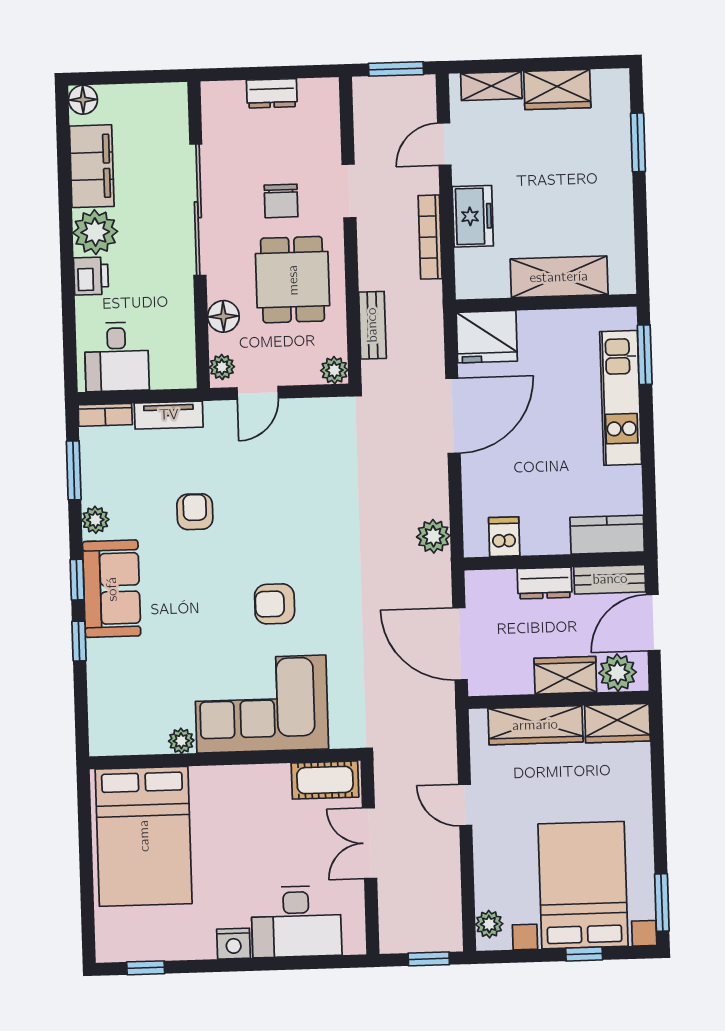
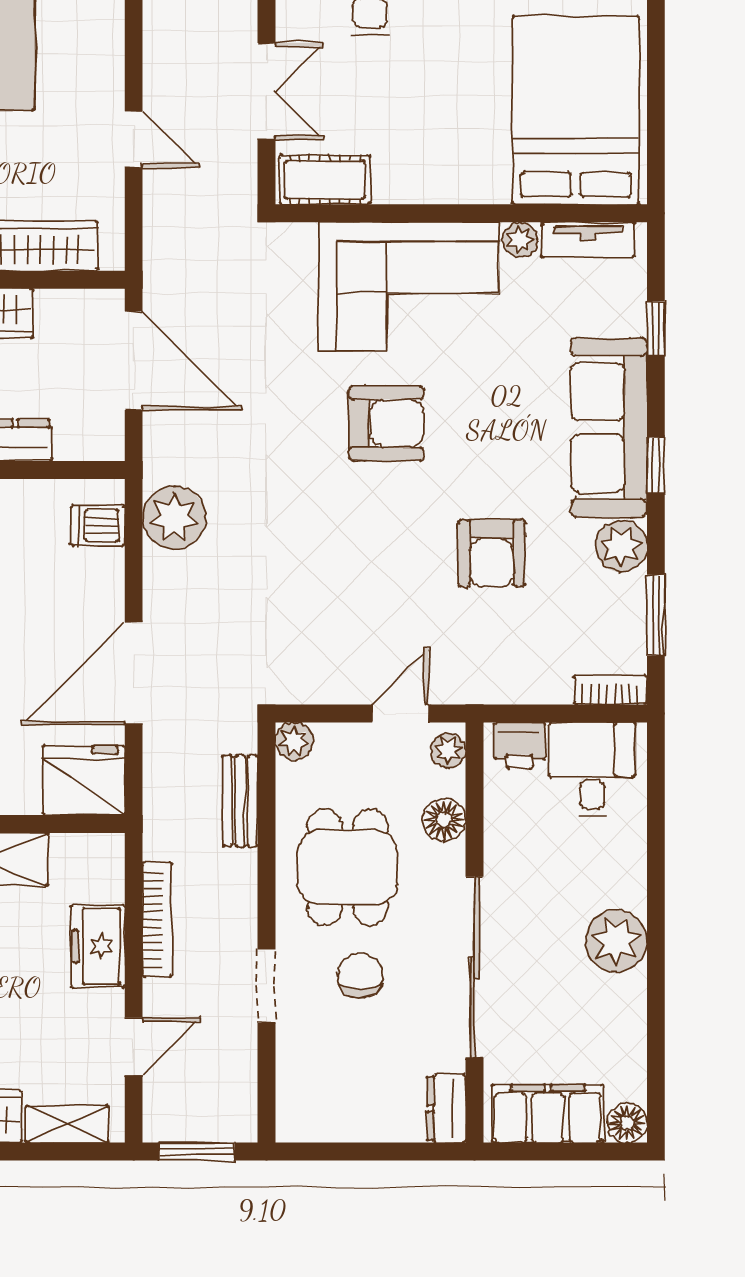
dresser: (272, 93) -> (446, 1108), moved, turned -90
filing cabinet: (92, 166) -> (548, 1114), moved, turned 90
printer: (91, 276) -> (520, 746), moved, turned -90
tv unit: (169, 415) -> (588, 240), moved, turned 180
armchair: (195, 512) -> (492, 553), width x1.38, depth x1.38
plant: (95, 520) -> (621, 546), width x1.38, depth x1.38
plant: (433, 536) -> (174, 518), width x1.36, depth x1.36
dishwasher: (504, 537) -> (98, 525), moved, turned 90
sofa: (112, 589) -> (609, 428), width x1.36
armchair: (275, 604) -> (386, 423), width x1.38, depth x1.38
window: (79, 641) -> (656, 329), moved

